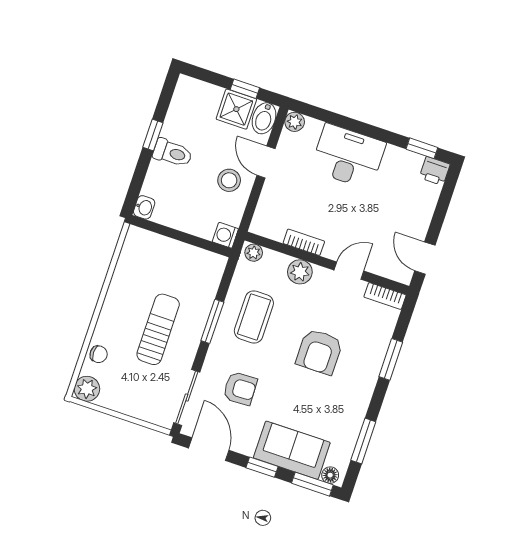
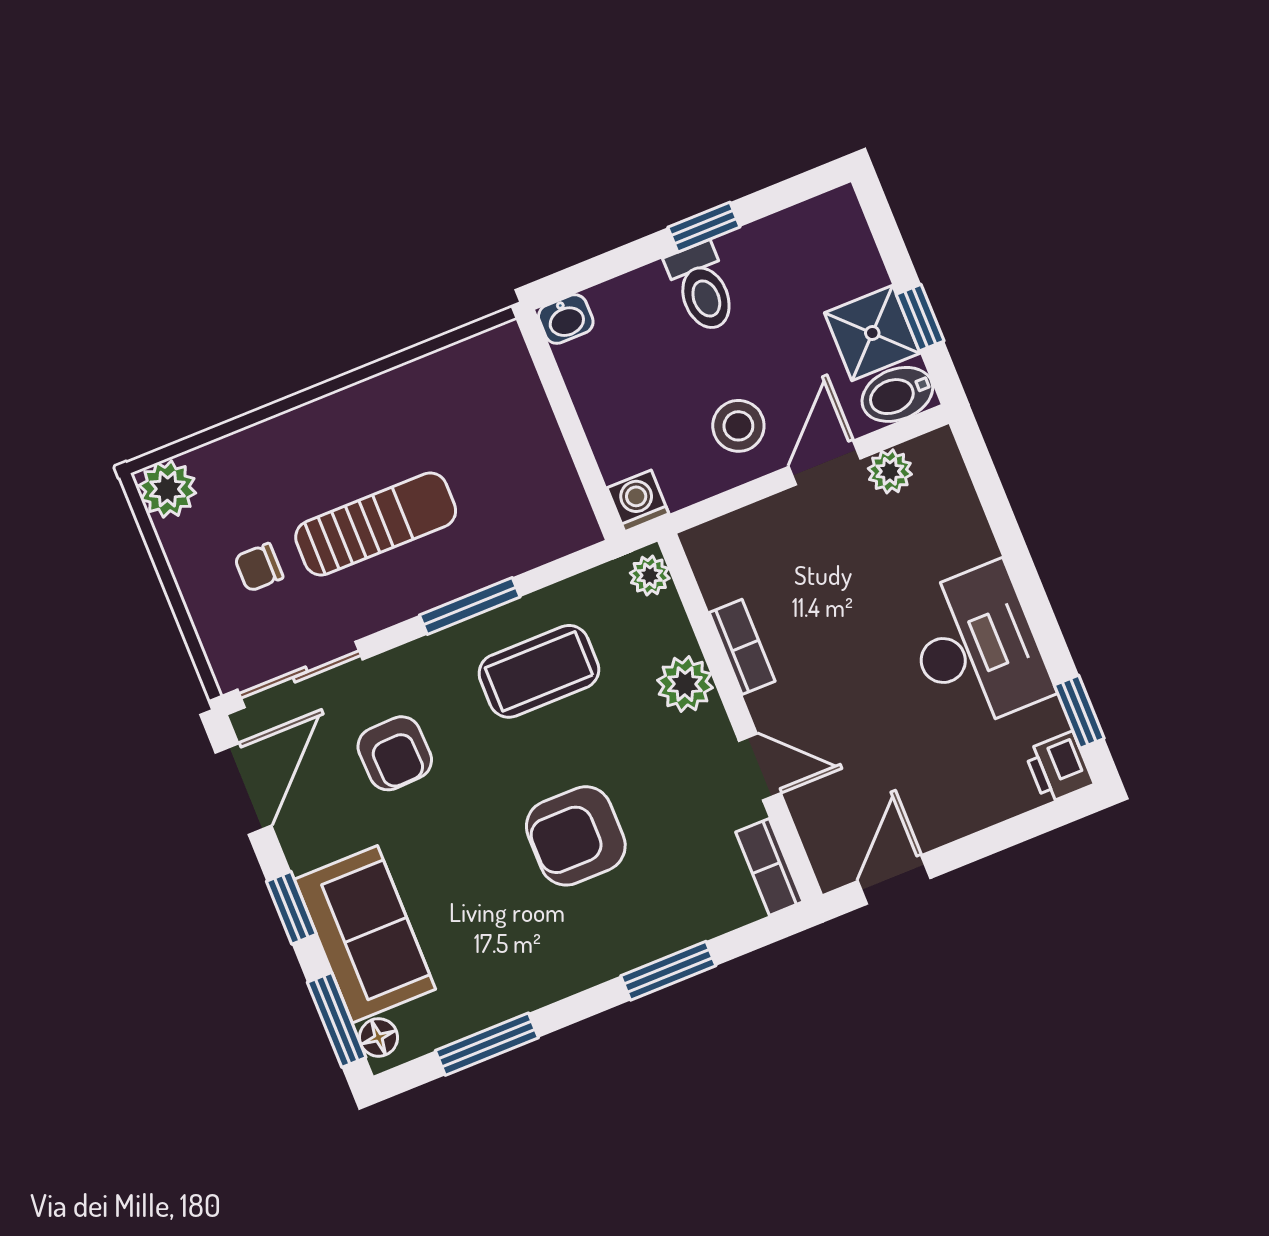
plant: (295, 122) -> (890, 471), moved
desk: (348, 156) -> (976, 647), moved
chair: (99, 354) -> (259, 567), moved, turned 90

